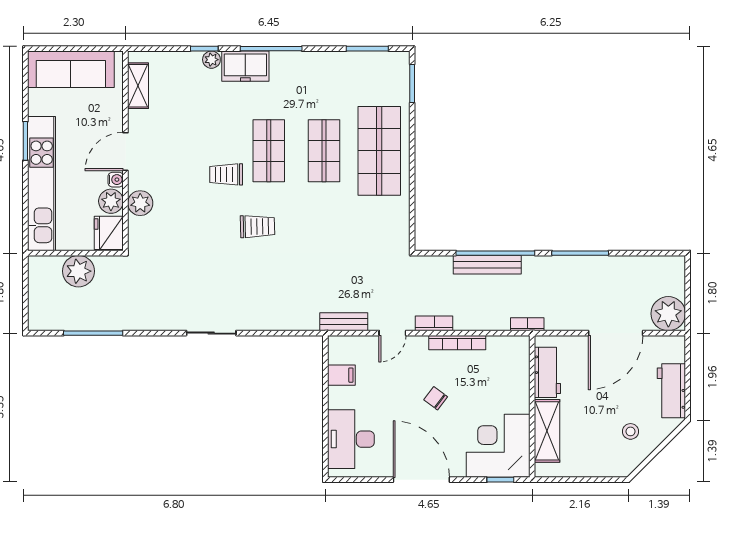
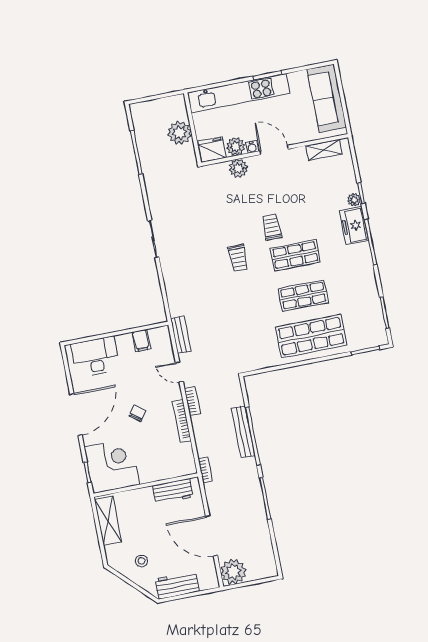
shelving: (547, 431) -> (108, 521), moved, turned 90

